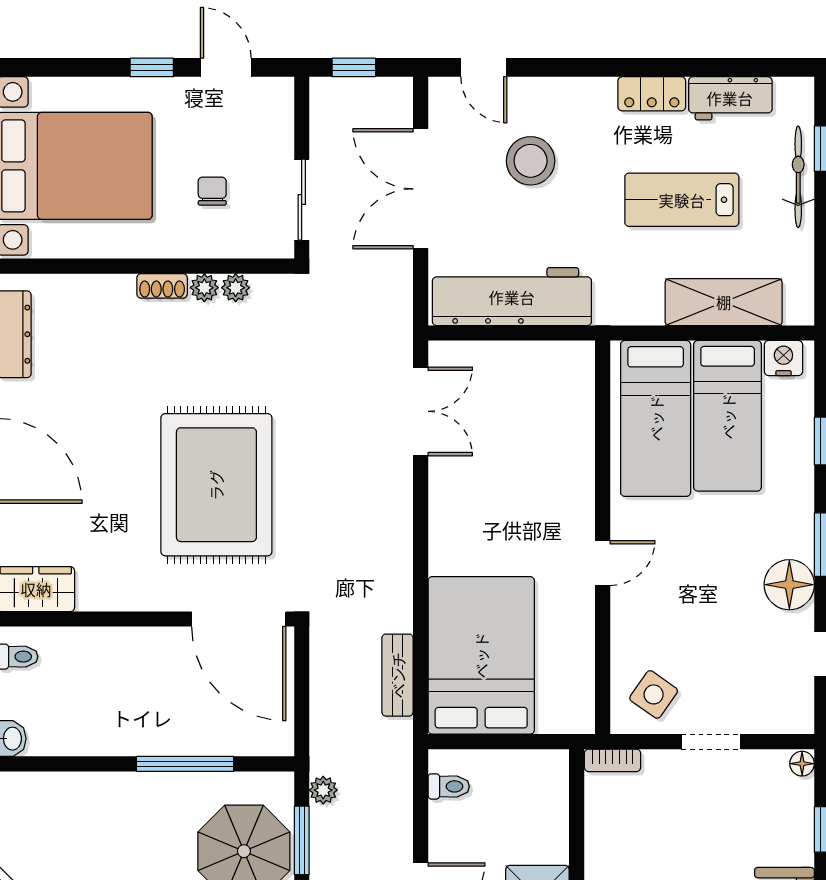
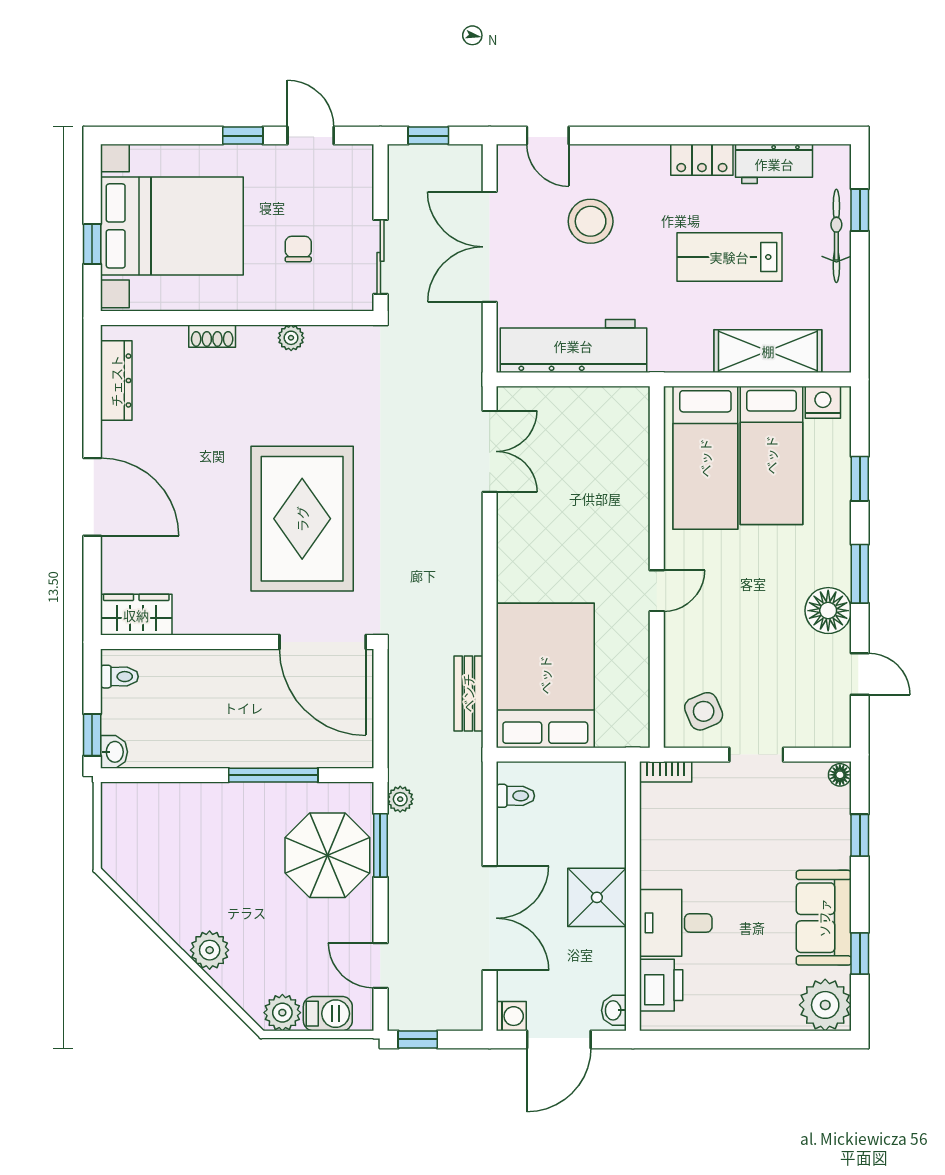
shoe rack: (162, 286) -> (212, 336), moved
plant: (236, 288) -> (320, 338), removed
side table: (654, 694) -> (704, 711), turned 32

